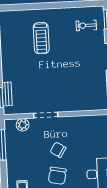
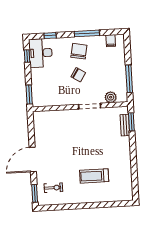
treadmill: (41, 38) -> (94, 176), turned -90

